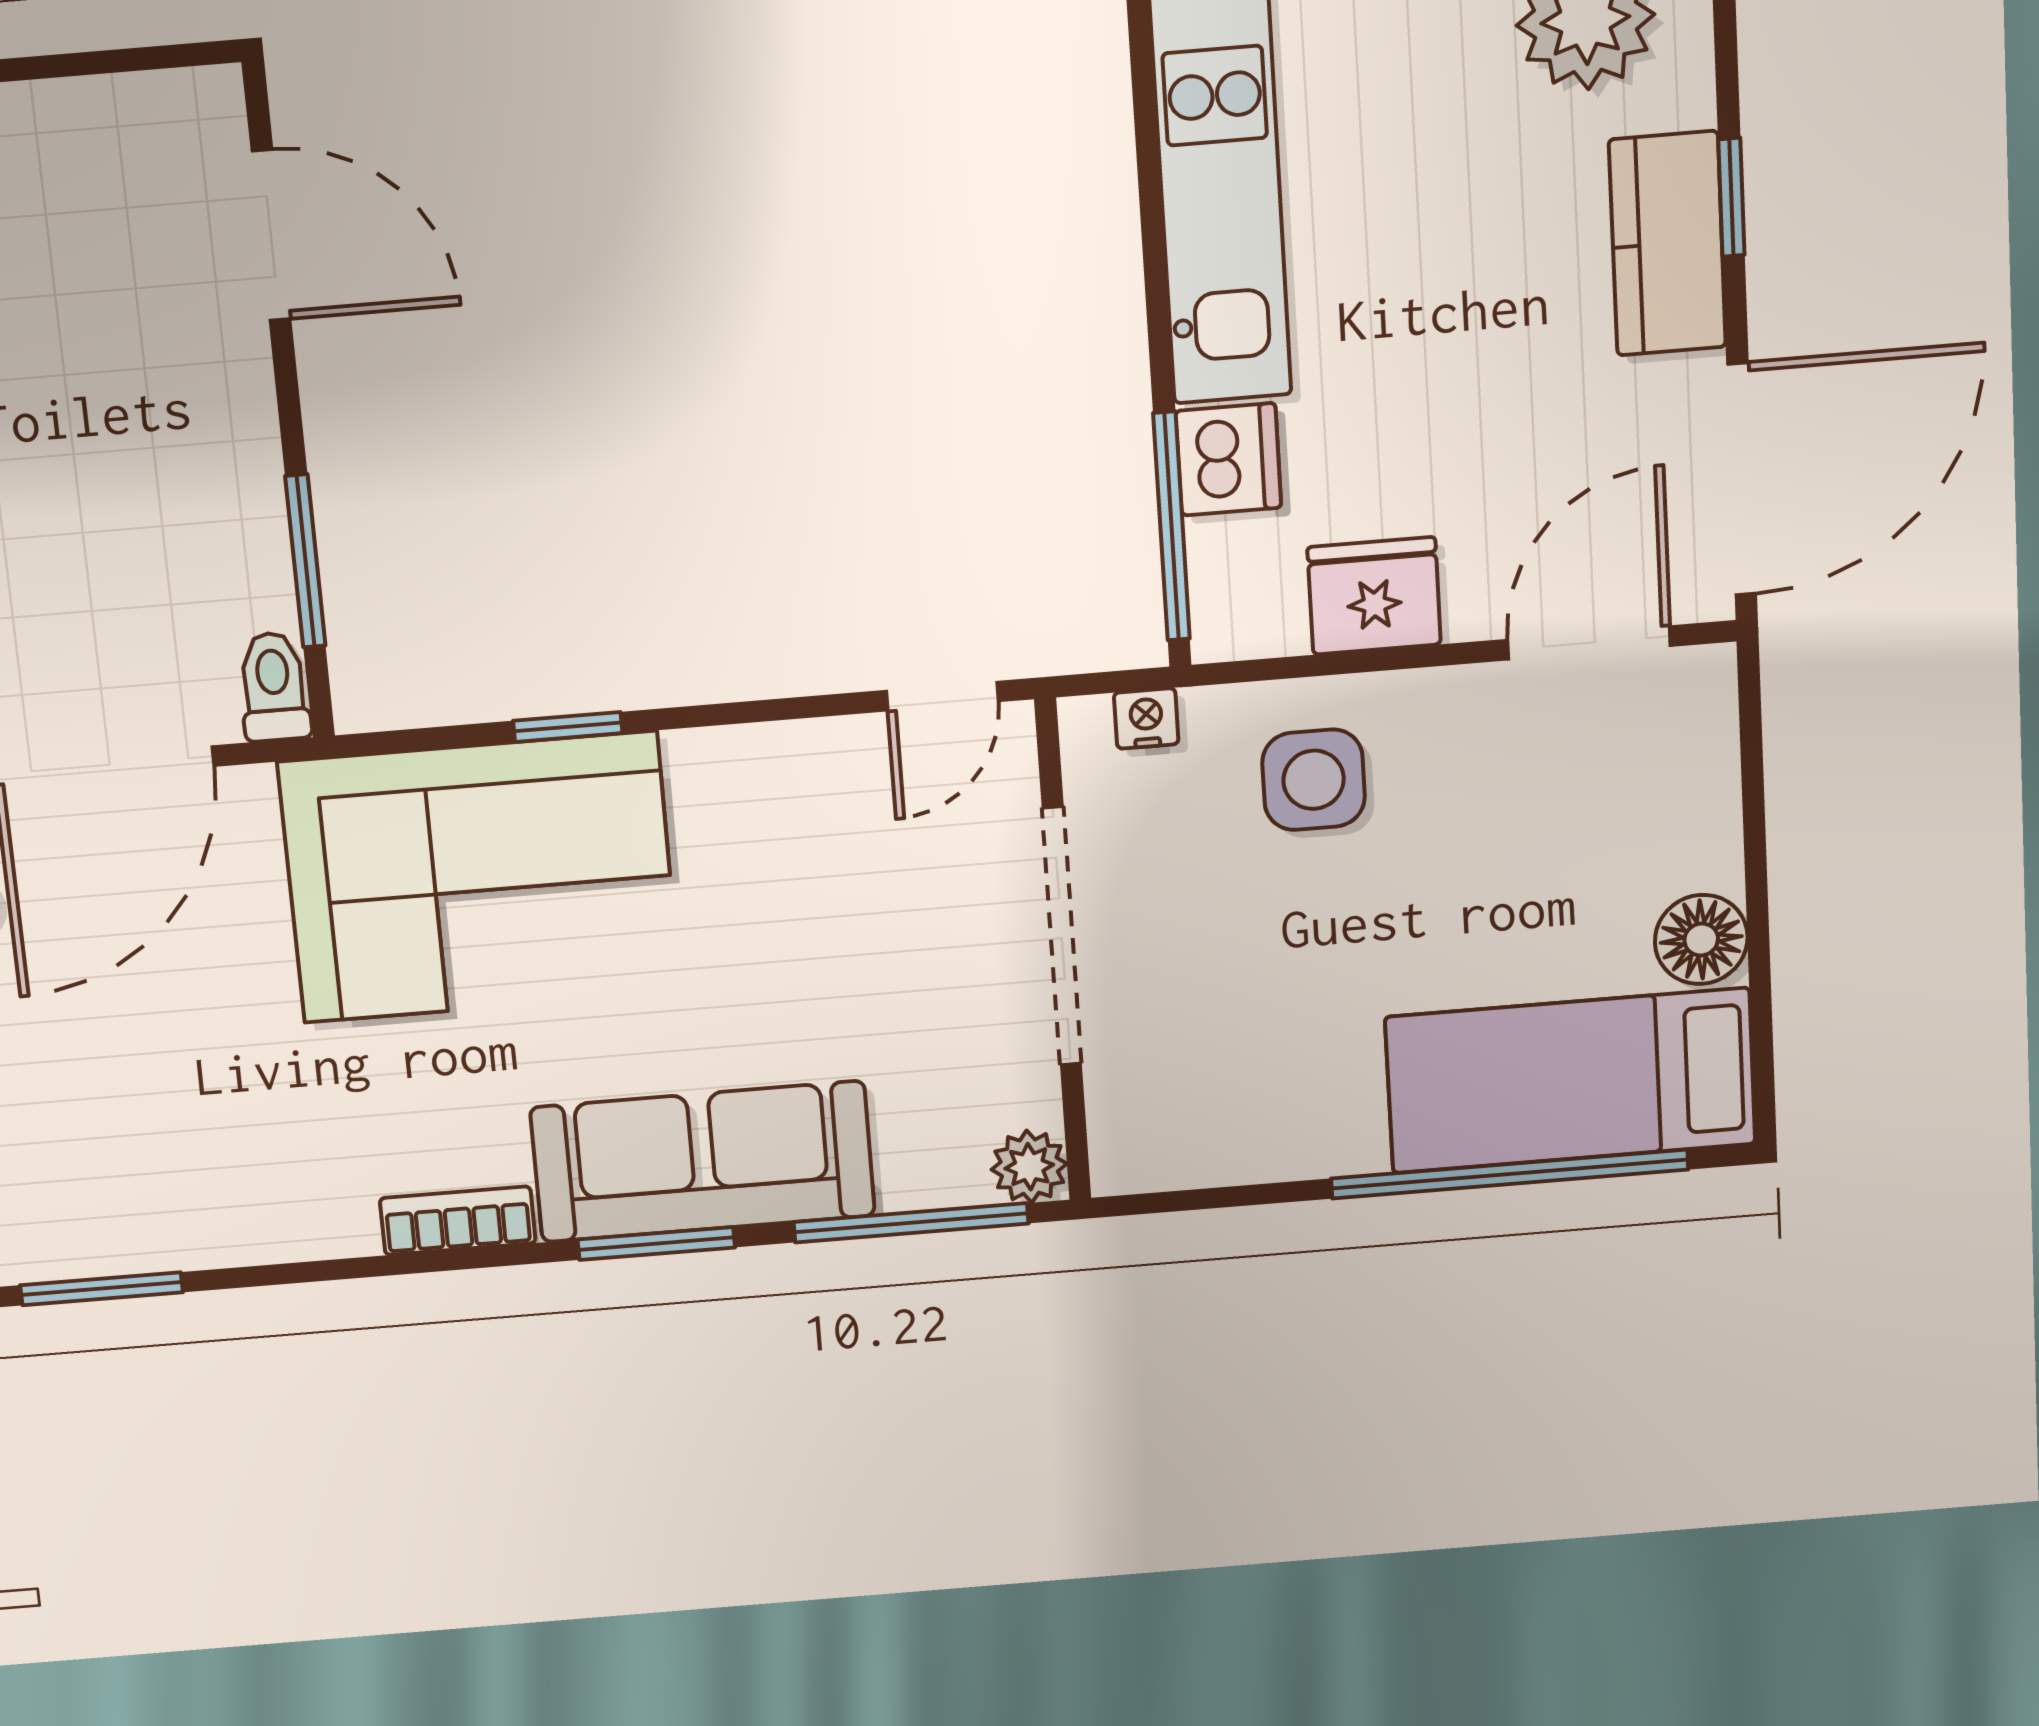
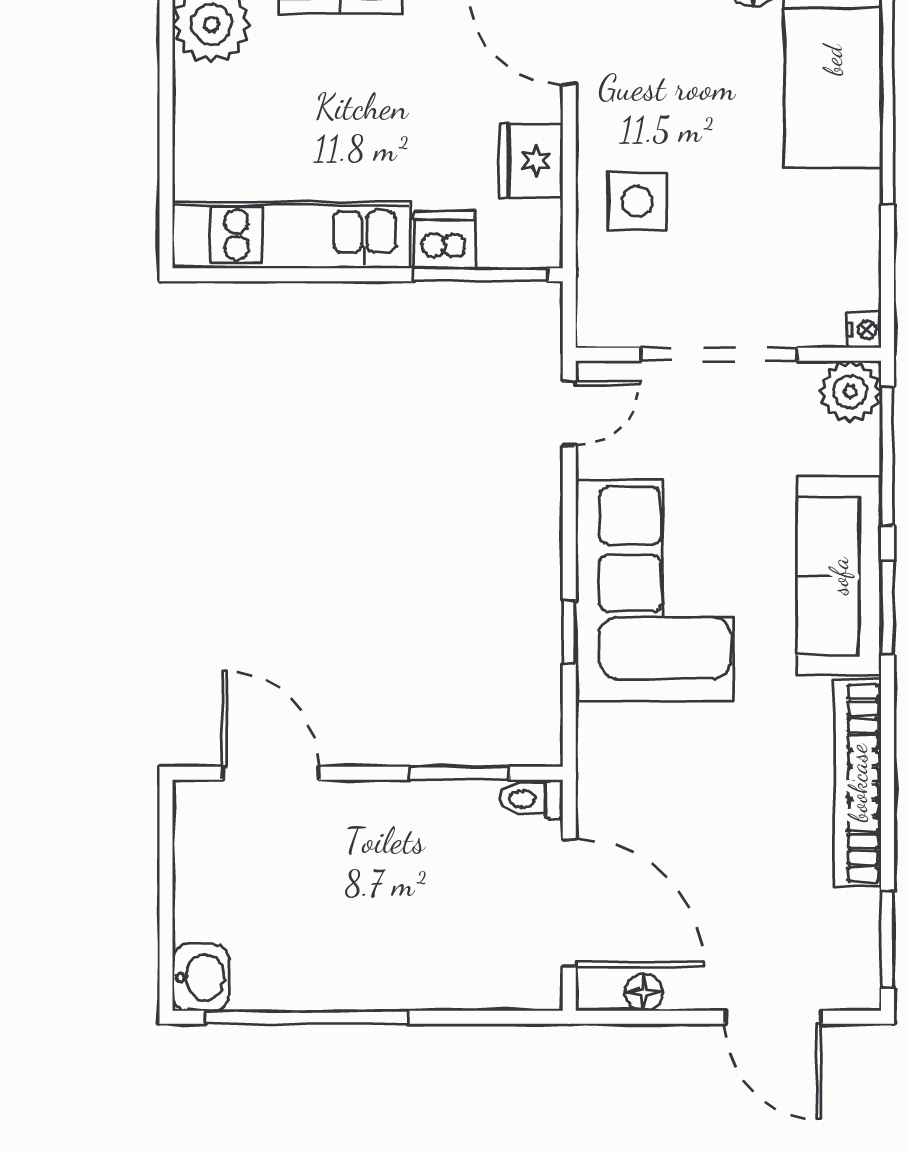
door: (271, 235) -> (271, 773), hinge flipped
door: (942, 696) -> (569, 414), hinge flipped
nightstand: (1146, 718) -> (864, 330), moved, turned 180
corner sofa: (480, 877) -> (655, 591), moved
plant: (1029, 1167) -> (850, 392), width x1.38, depth x1.38
bookcase: (458, 1221) -> (858, 783), width x2.31, depth x1.31

